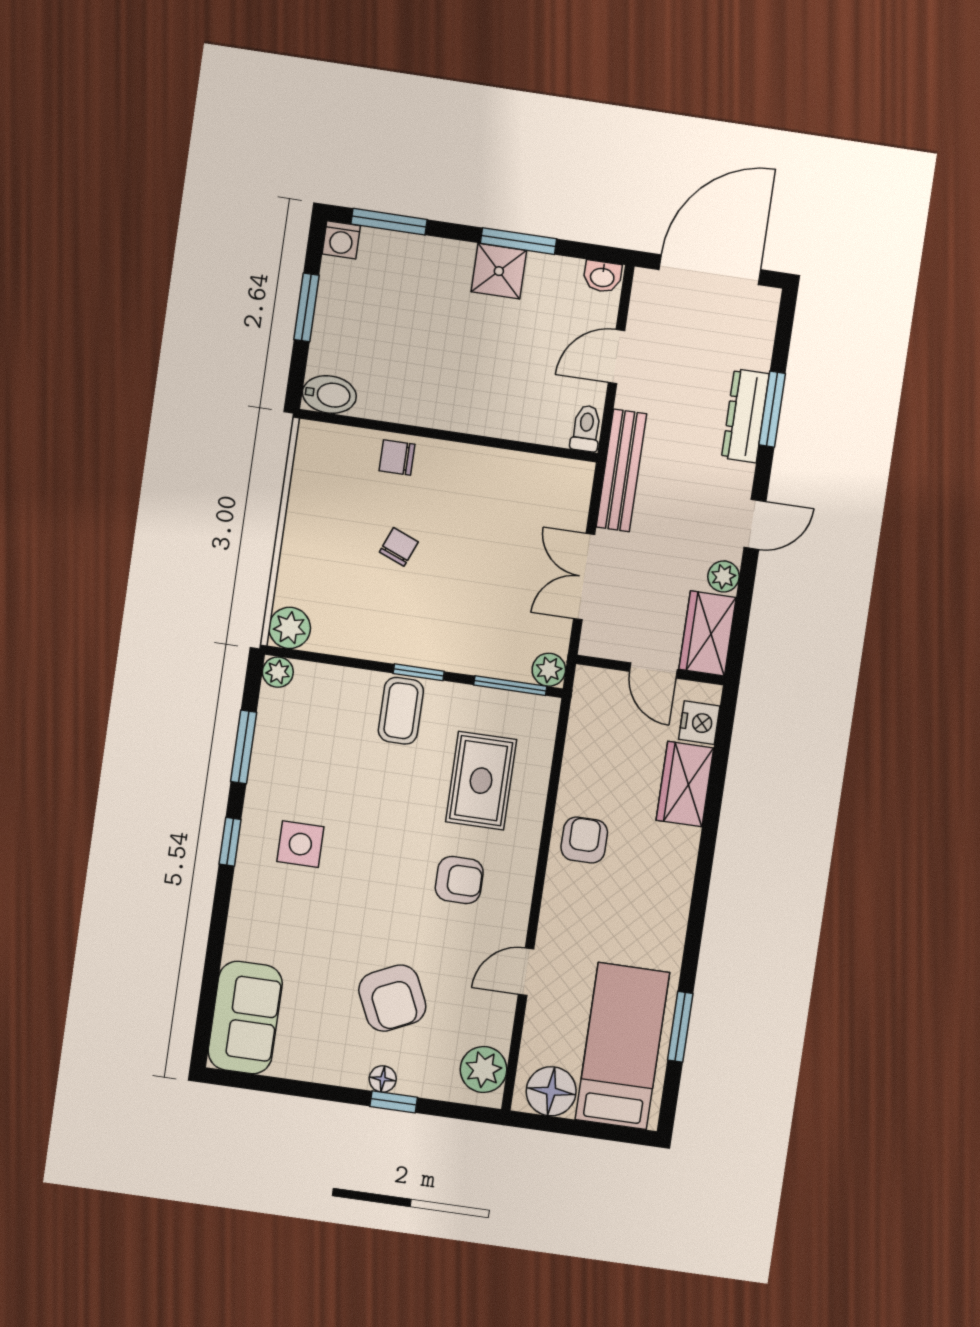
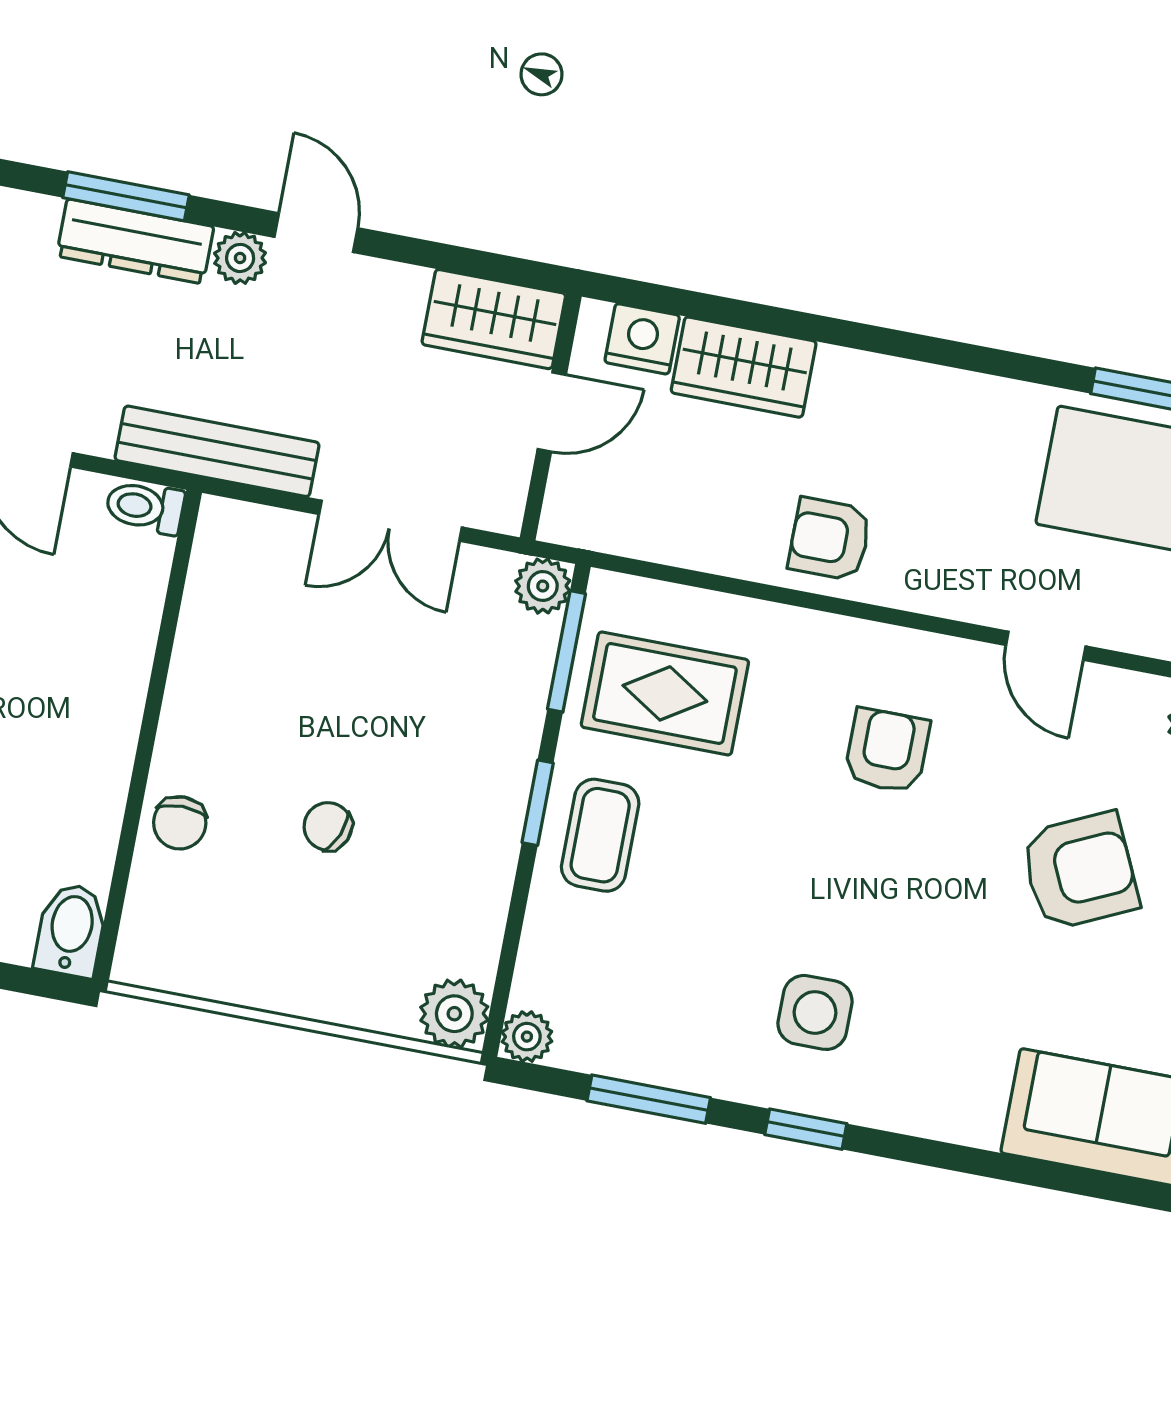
plant: (723, 576) -> (240, 258), moved
coffee table: (401, 711) -> (600, 835), turned 90
rug: (481, 781) -> (665, 693), moved

